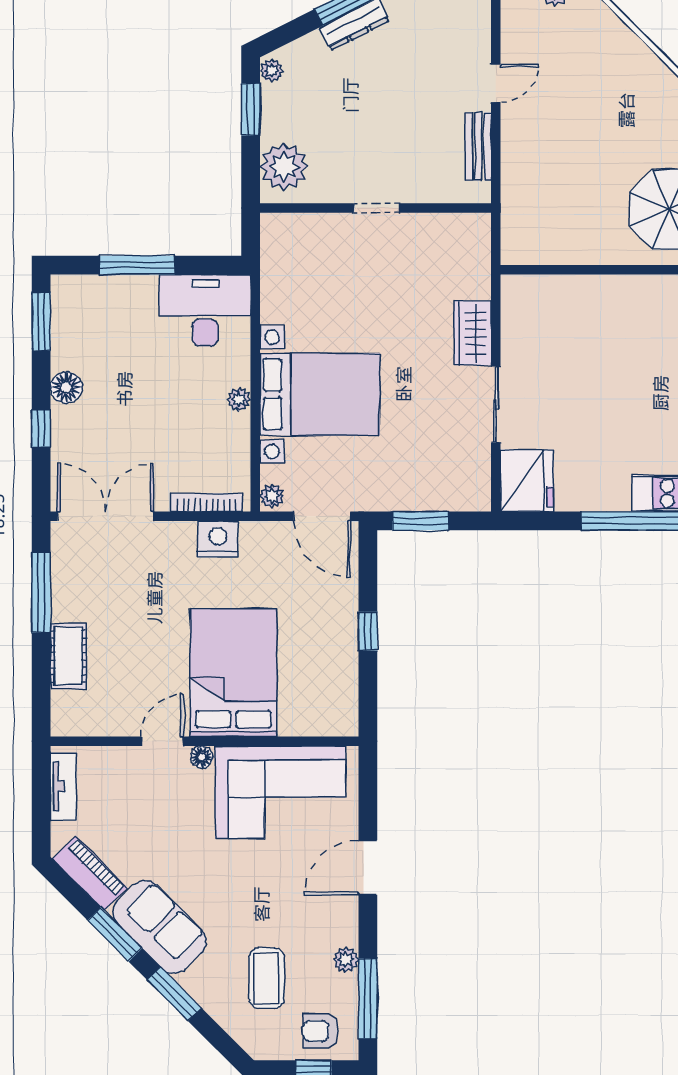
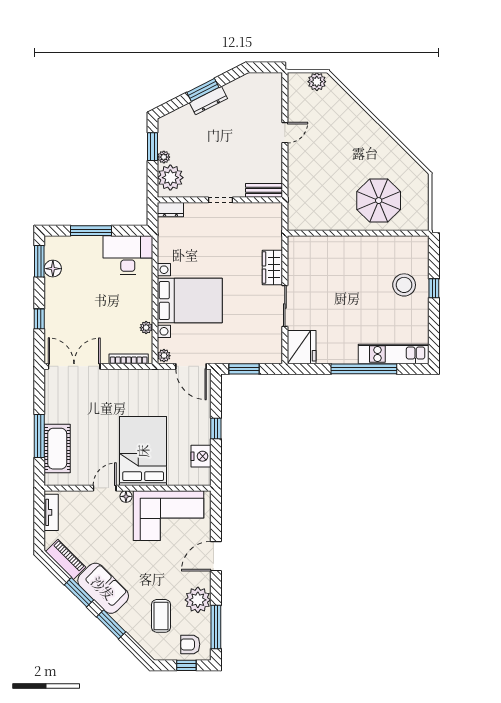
plant: (272, 71) -> (164, 157), moved
bench: (478, 146) -> (264, 190), moved, turned 90
dresser: (284, 226) -> (170, 210), added
floor lamp: (66, 387) -> (53, 269), moved
plant: (239, 399) -> (146, 328), moved
nightstand: (218, 539) -> (201, 456), moved, turned 90
window: (41, 593) -> (39, 436), moved
cot: (68, 656) -> (57, 449), width x1.37, depth x1.34
plant: (346, 960) -> (198, 600), width x1.88, depth x1.88

